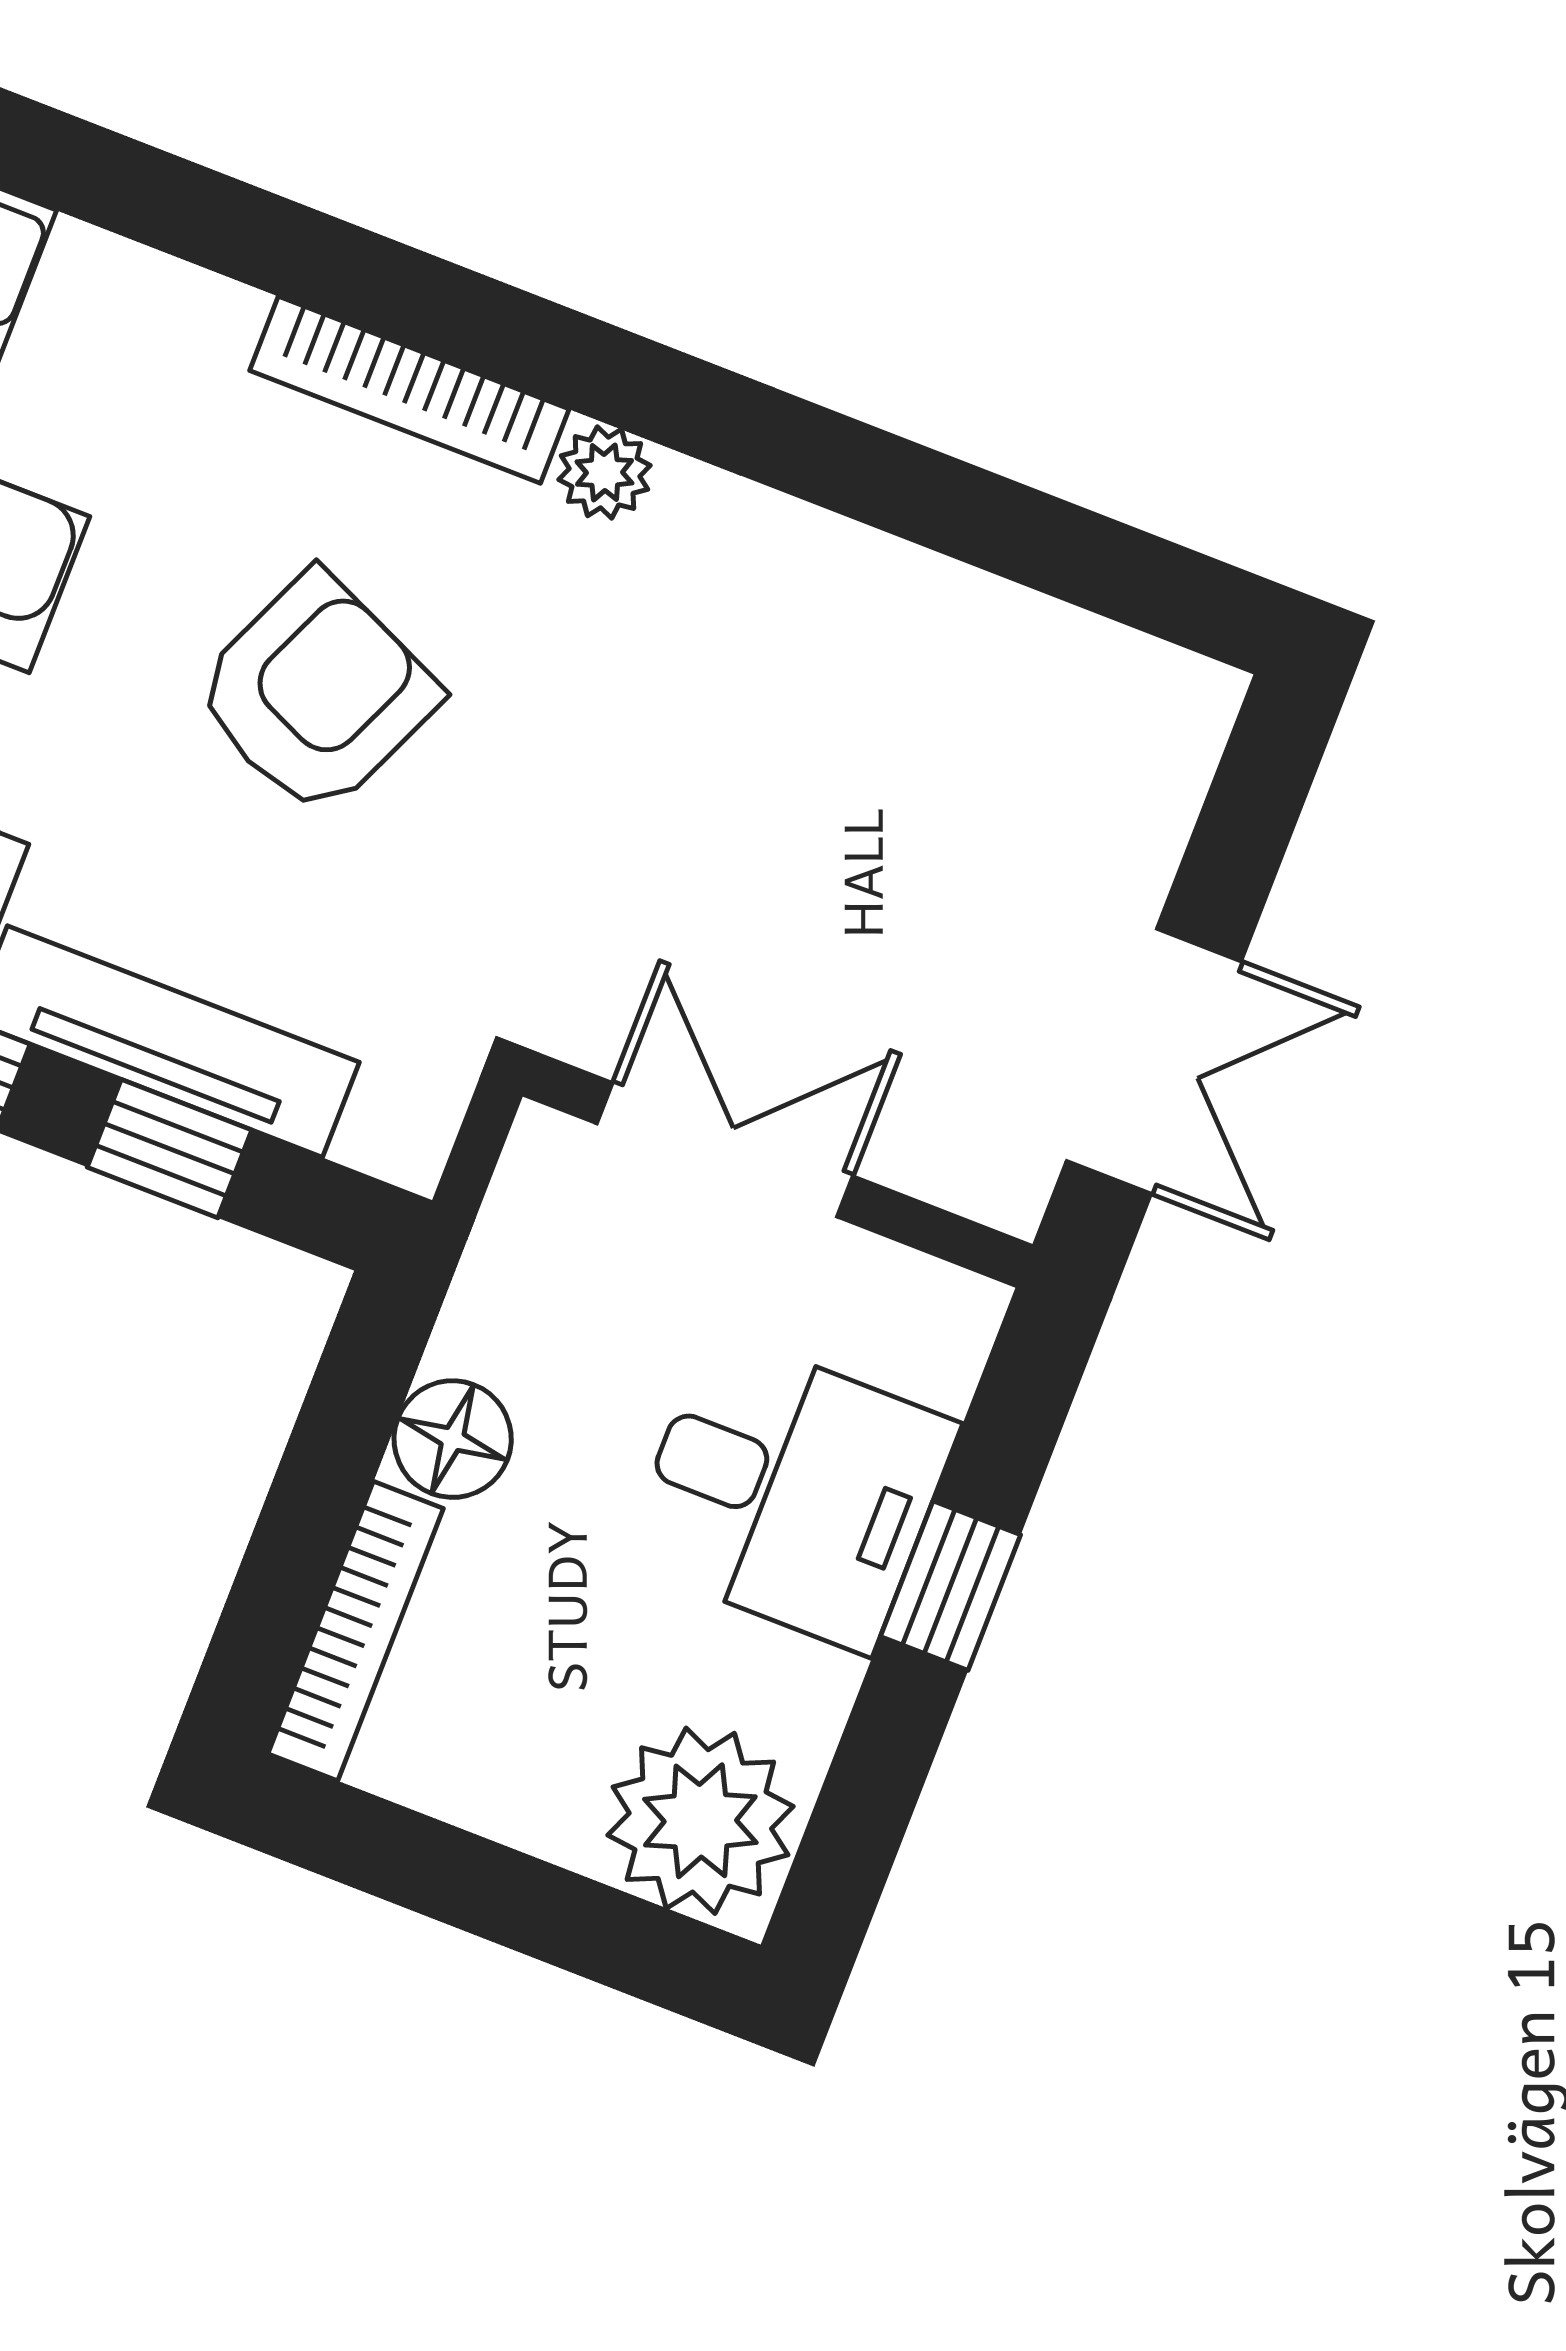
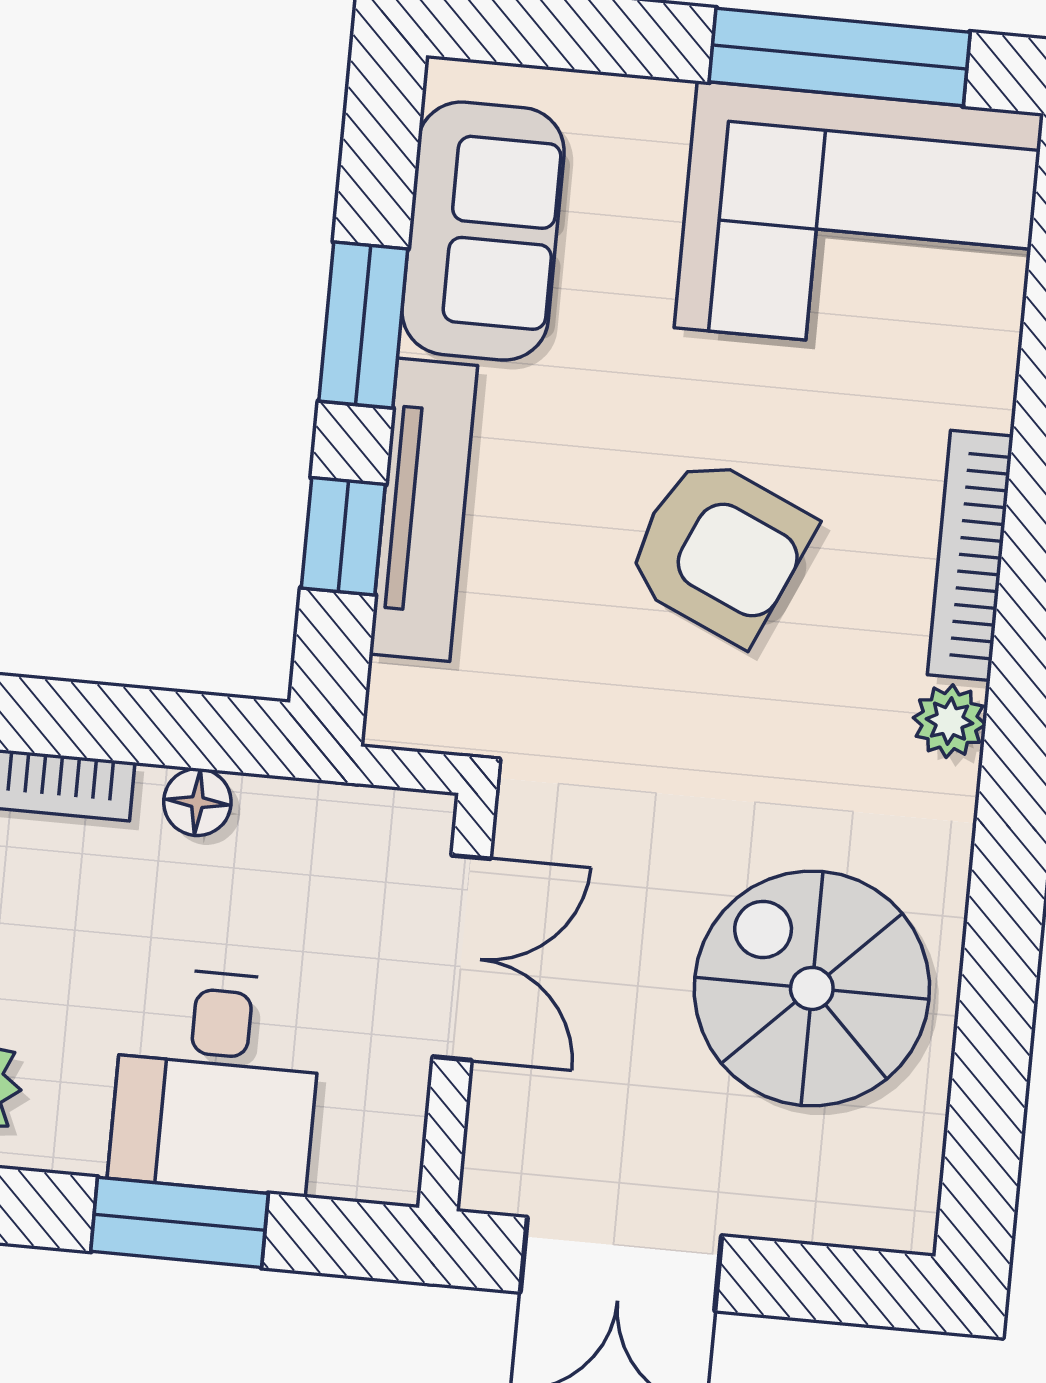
spiral stairs: (883, 733) -> (812, 988), added
floor lamp: (453, 1439) -> (197, 802), width x0.73, depth x0.73
window: (950, 1586) -> (179, 1222), width x1.50

